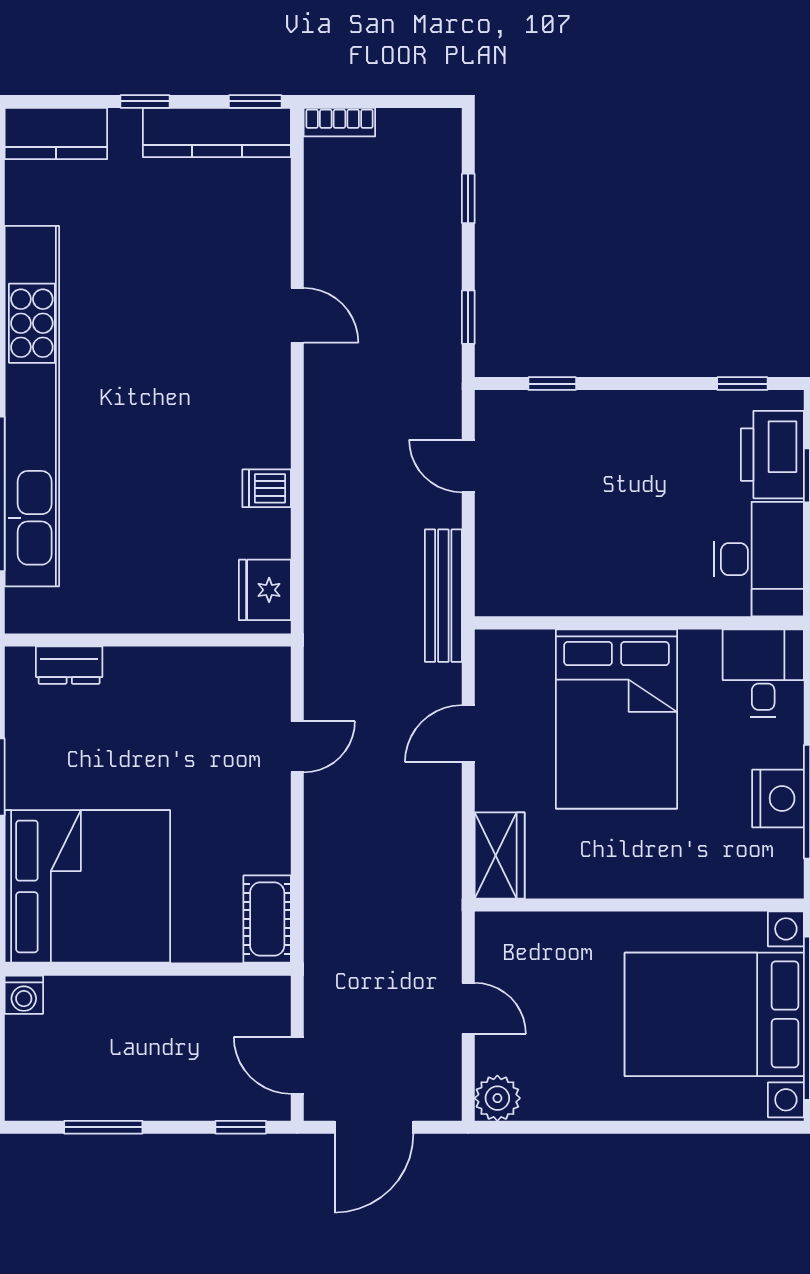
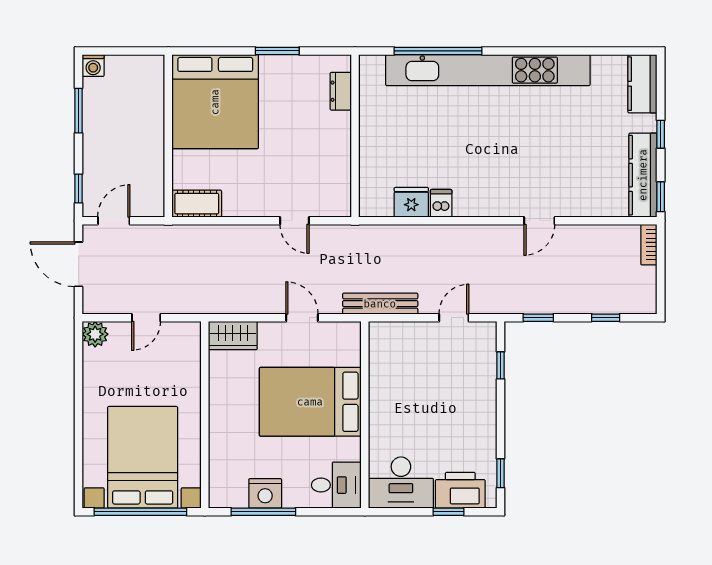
fridge: (265, 590) -> (411, 202), moved
washing machine: (24, 995) -> (93, 65), moved, turned -90

